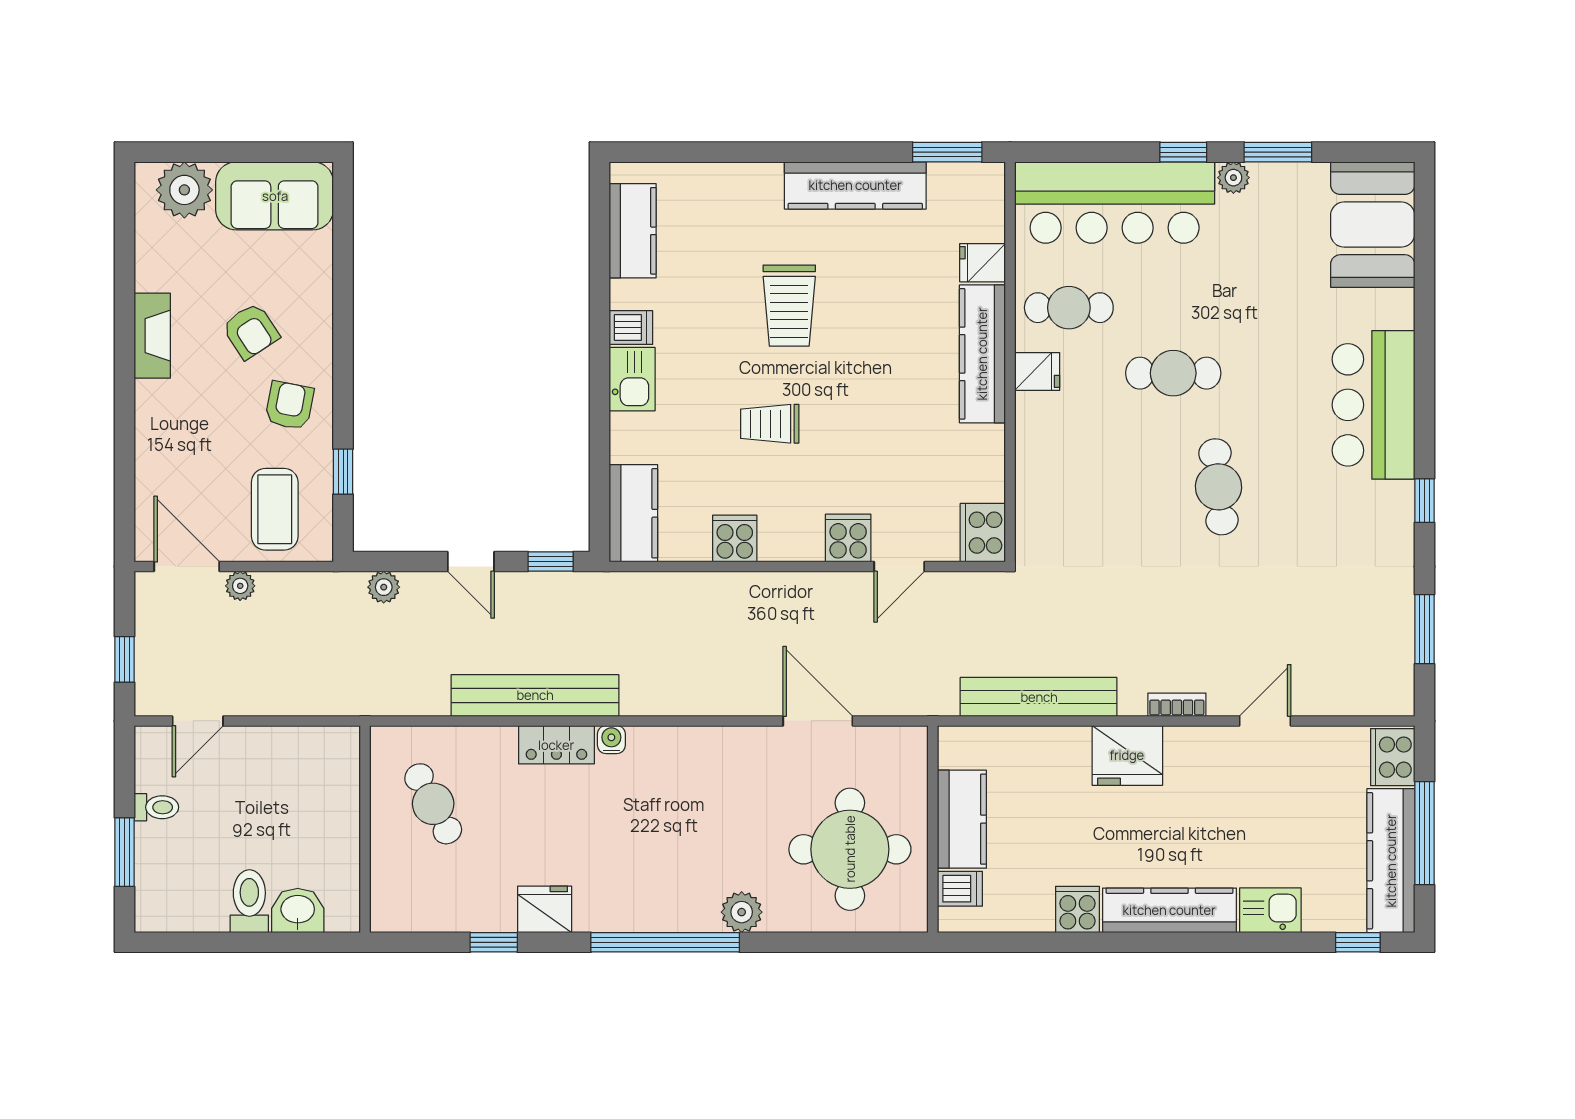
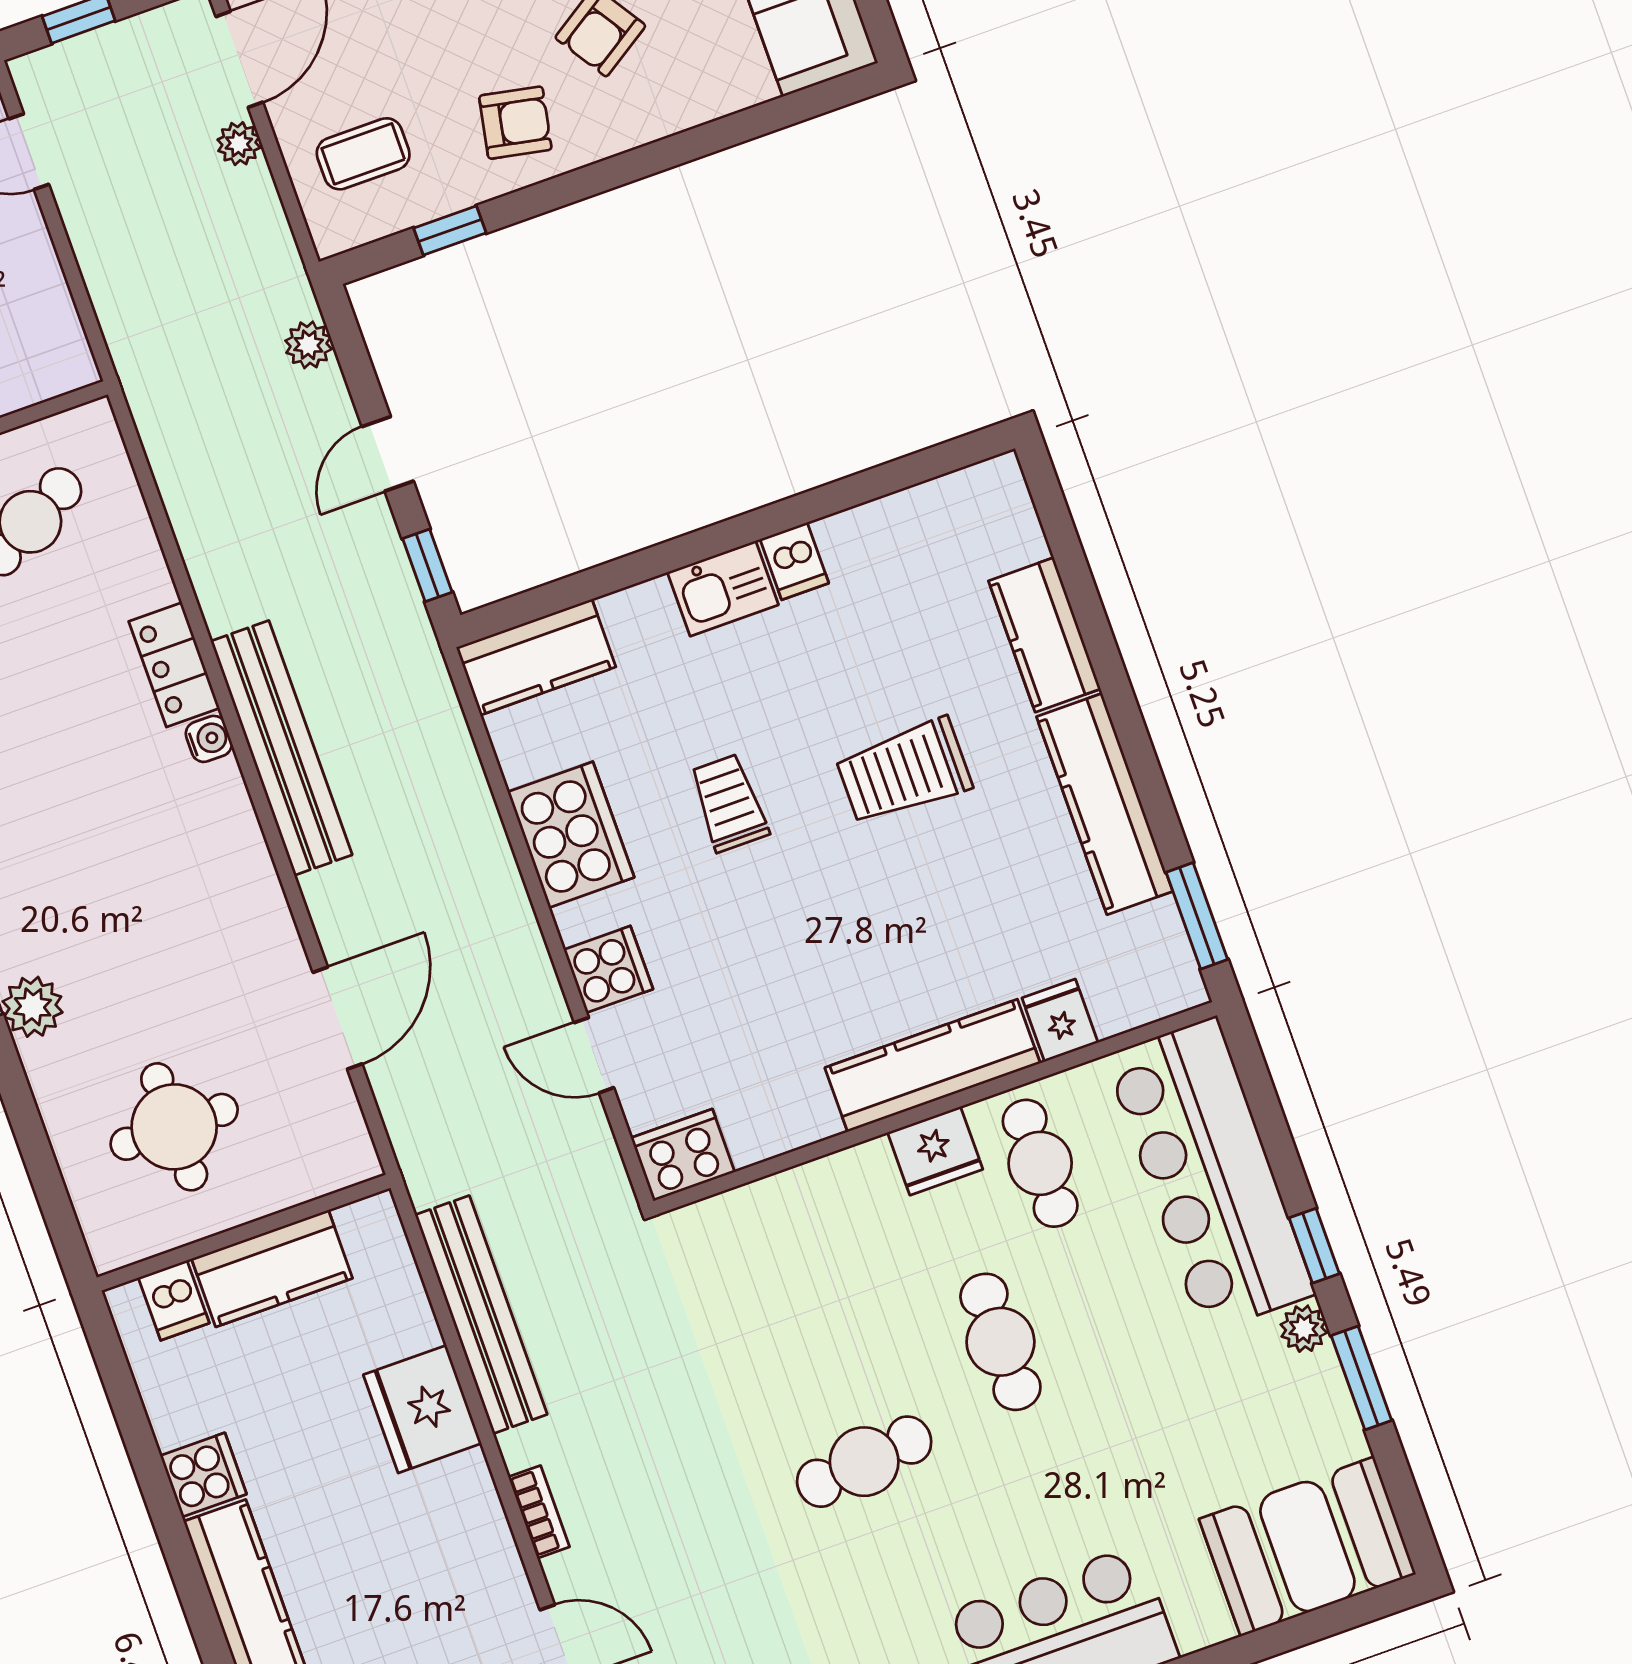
kitchen counter: (633, 231) -> (1045, 635), moved, turned 90
fridge: (1037, 372) -> (935, 1151), width x1.38
coffee table: (275, 509) -> (363, 154), width x0.73, depth x0.77
cooker: (735, 539) -> (571, 835), width x1.87, depth x1.31
bench: (535, 695) -> (281, 748), moved
fridge: (1127, 755) -> (422, 1409), moved
round table: (850, 849) -> (174, 1127), width x0.73, depth x0.73

